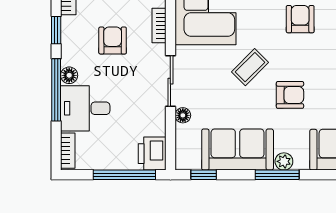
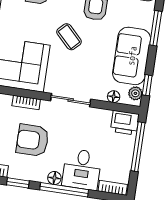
armchair: (113, 41) -> (32, 140), width x1.38, depth x1.38
floor lamp: (183, 115) -> (114, 97), moved
plant: (284, 161) -> (135, 93), moved

